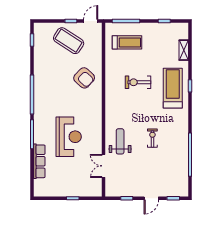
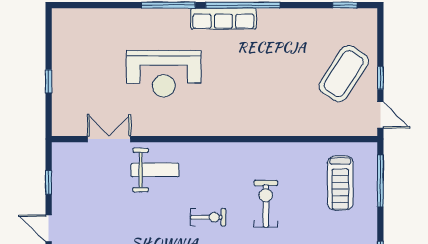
armchair: (84, 78) -> (274, 103), removed
exercise bike: (152, 138) -> (208, 217), moved
row of seats: (39, 161) -> (223, 19), moved

